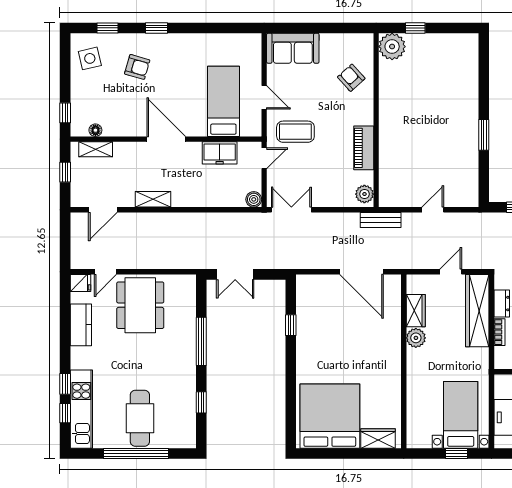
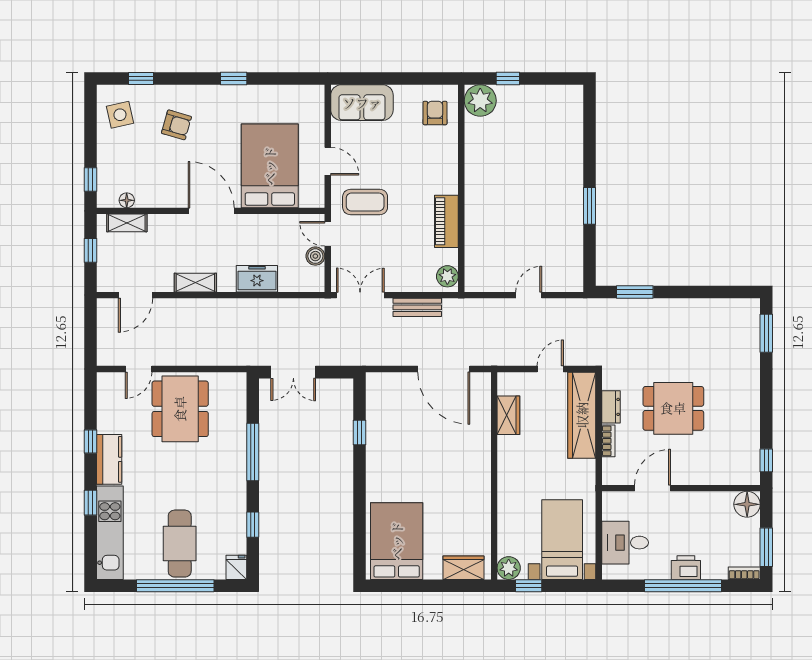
window: (156, 28) -> (234, 78), moved
armchair: (351, 78) -> (435, 113), moved, turned 42
bed: (223, 101) -> (270, 166), width x1.50
freezer: (220, 153) -> (257, 279), moved, turned 180
door: (264, 158) -> (328, 234), swing flipped
boiler: (254, 199) -> (315, 256), moved
bench: (381, 220) -> (417, 307), moved
fridge: (80, 283) -> (236, 567), moved, turned -90
kitchen counter: (81, 325) -> (109, 459), moved
plant: (416, 338) -> (509, 568), moved
window: (65, 413) -> (91, 442), moved
bed: (330, 416) -> (397, 541), width x0.73
window: (457, 454) -> (529, 586), moved

